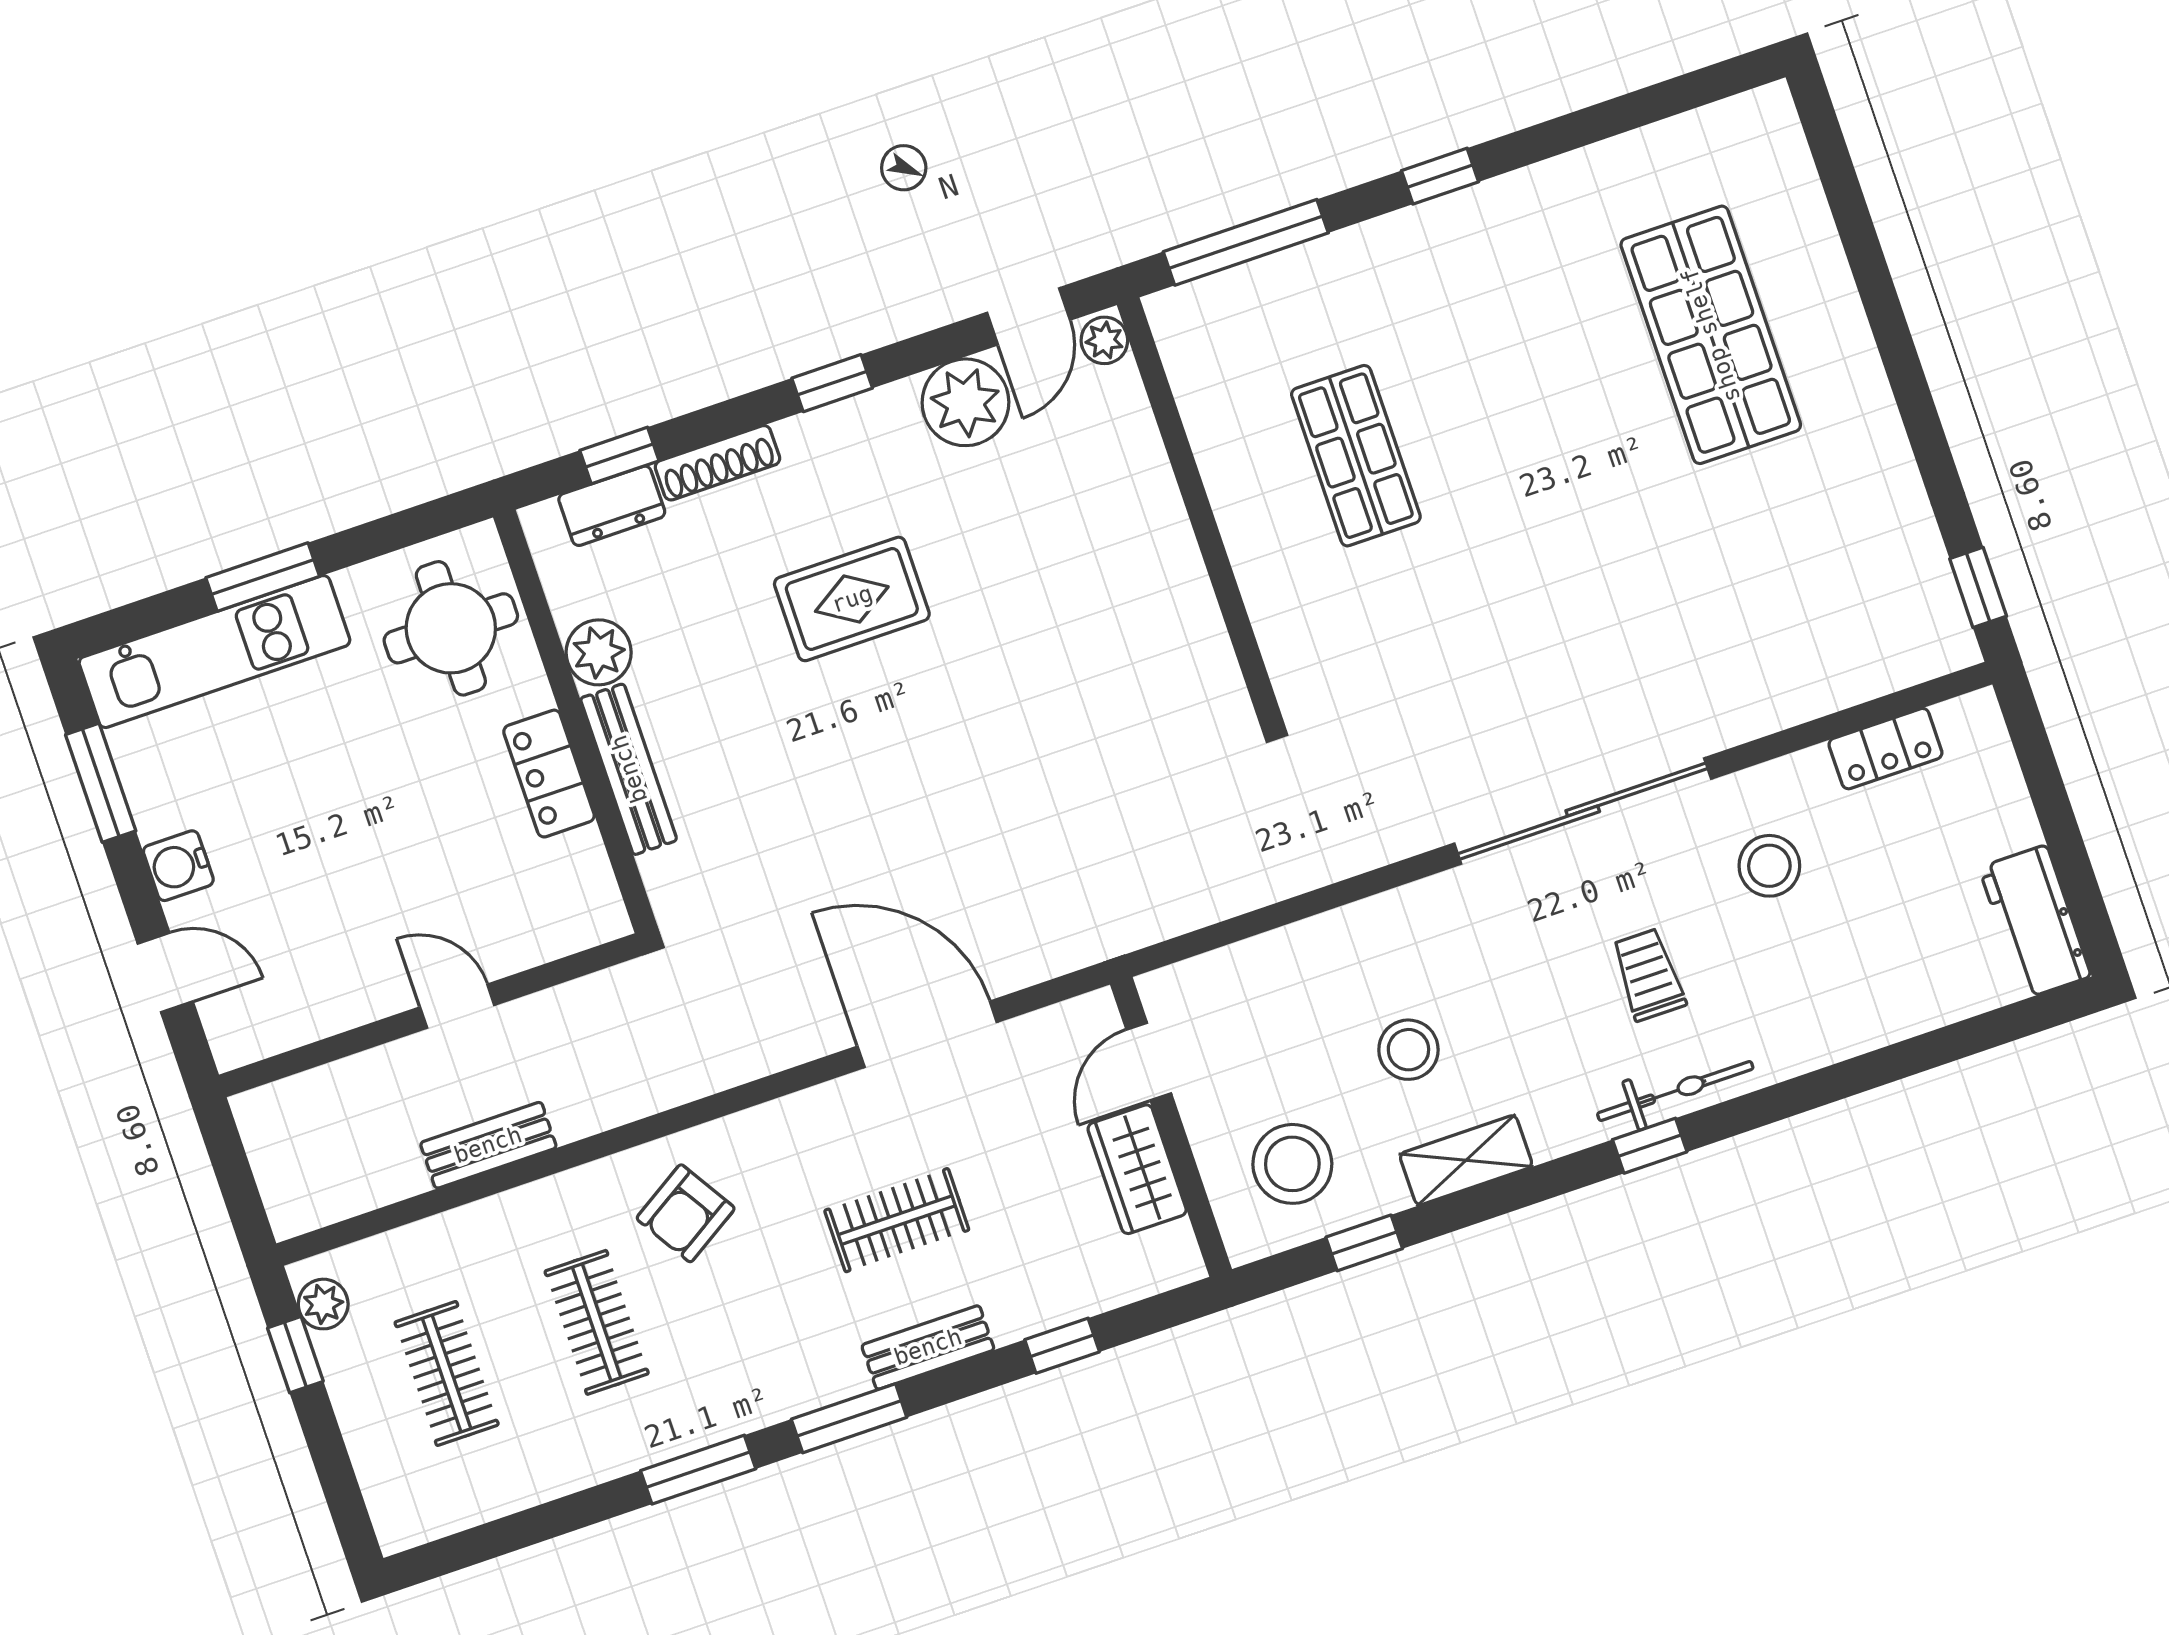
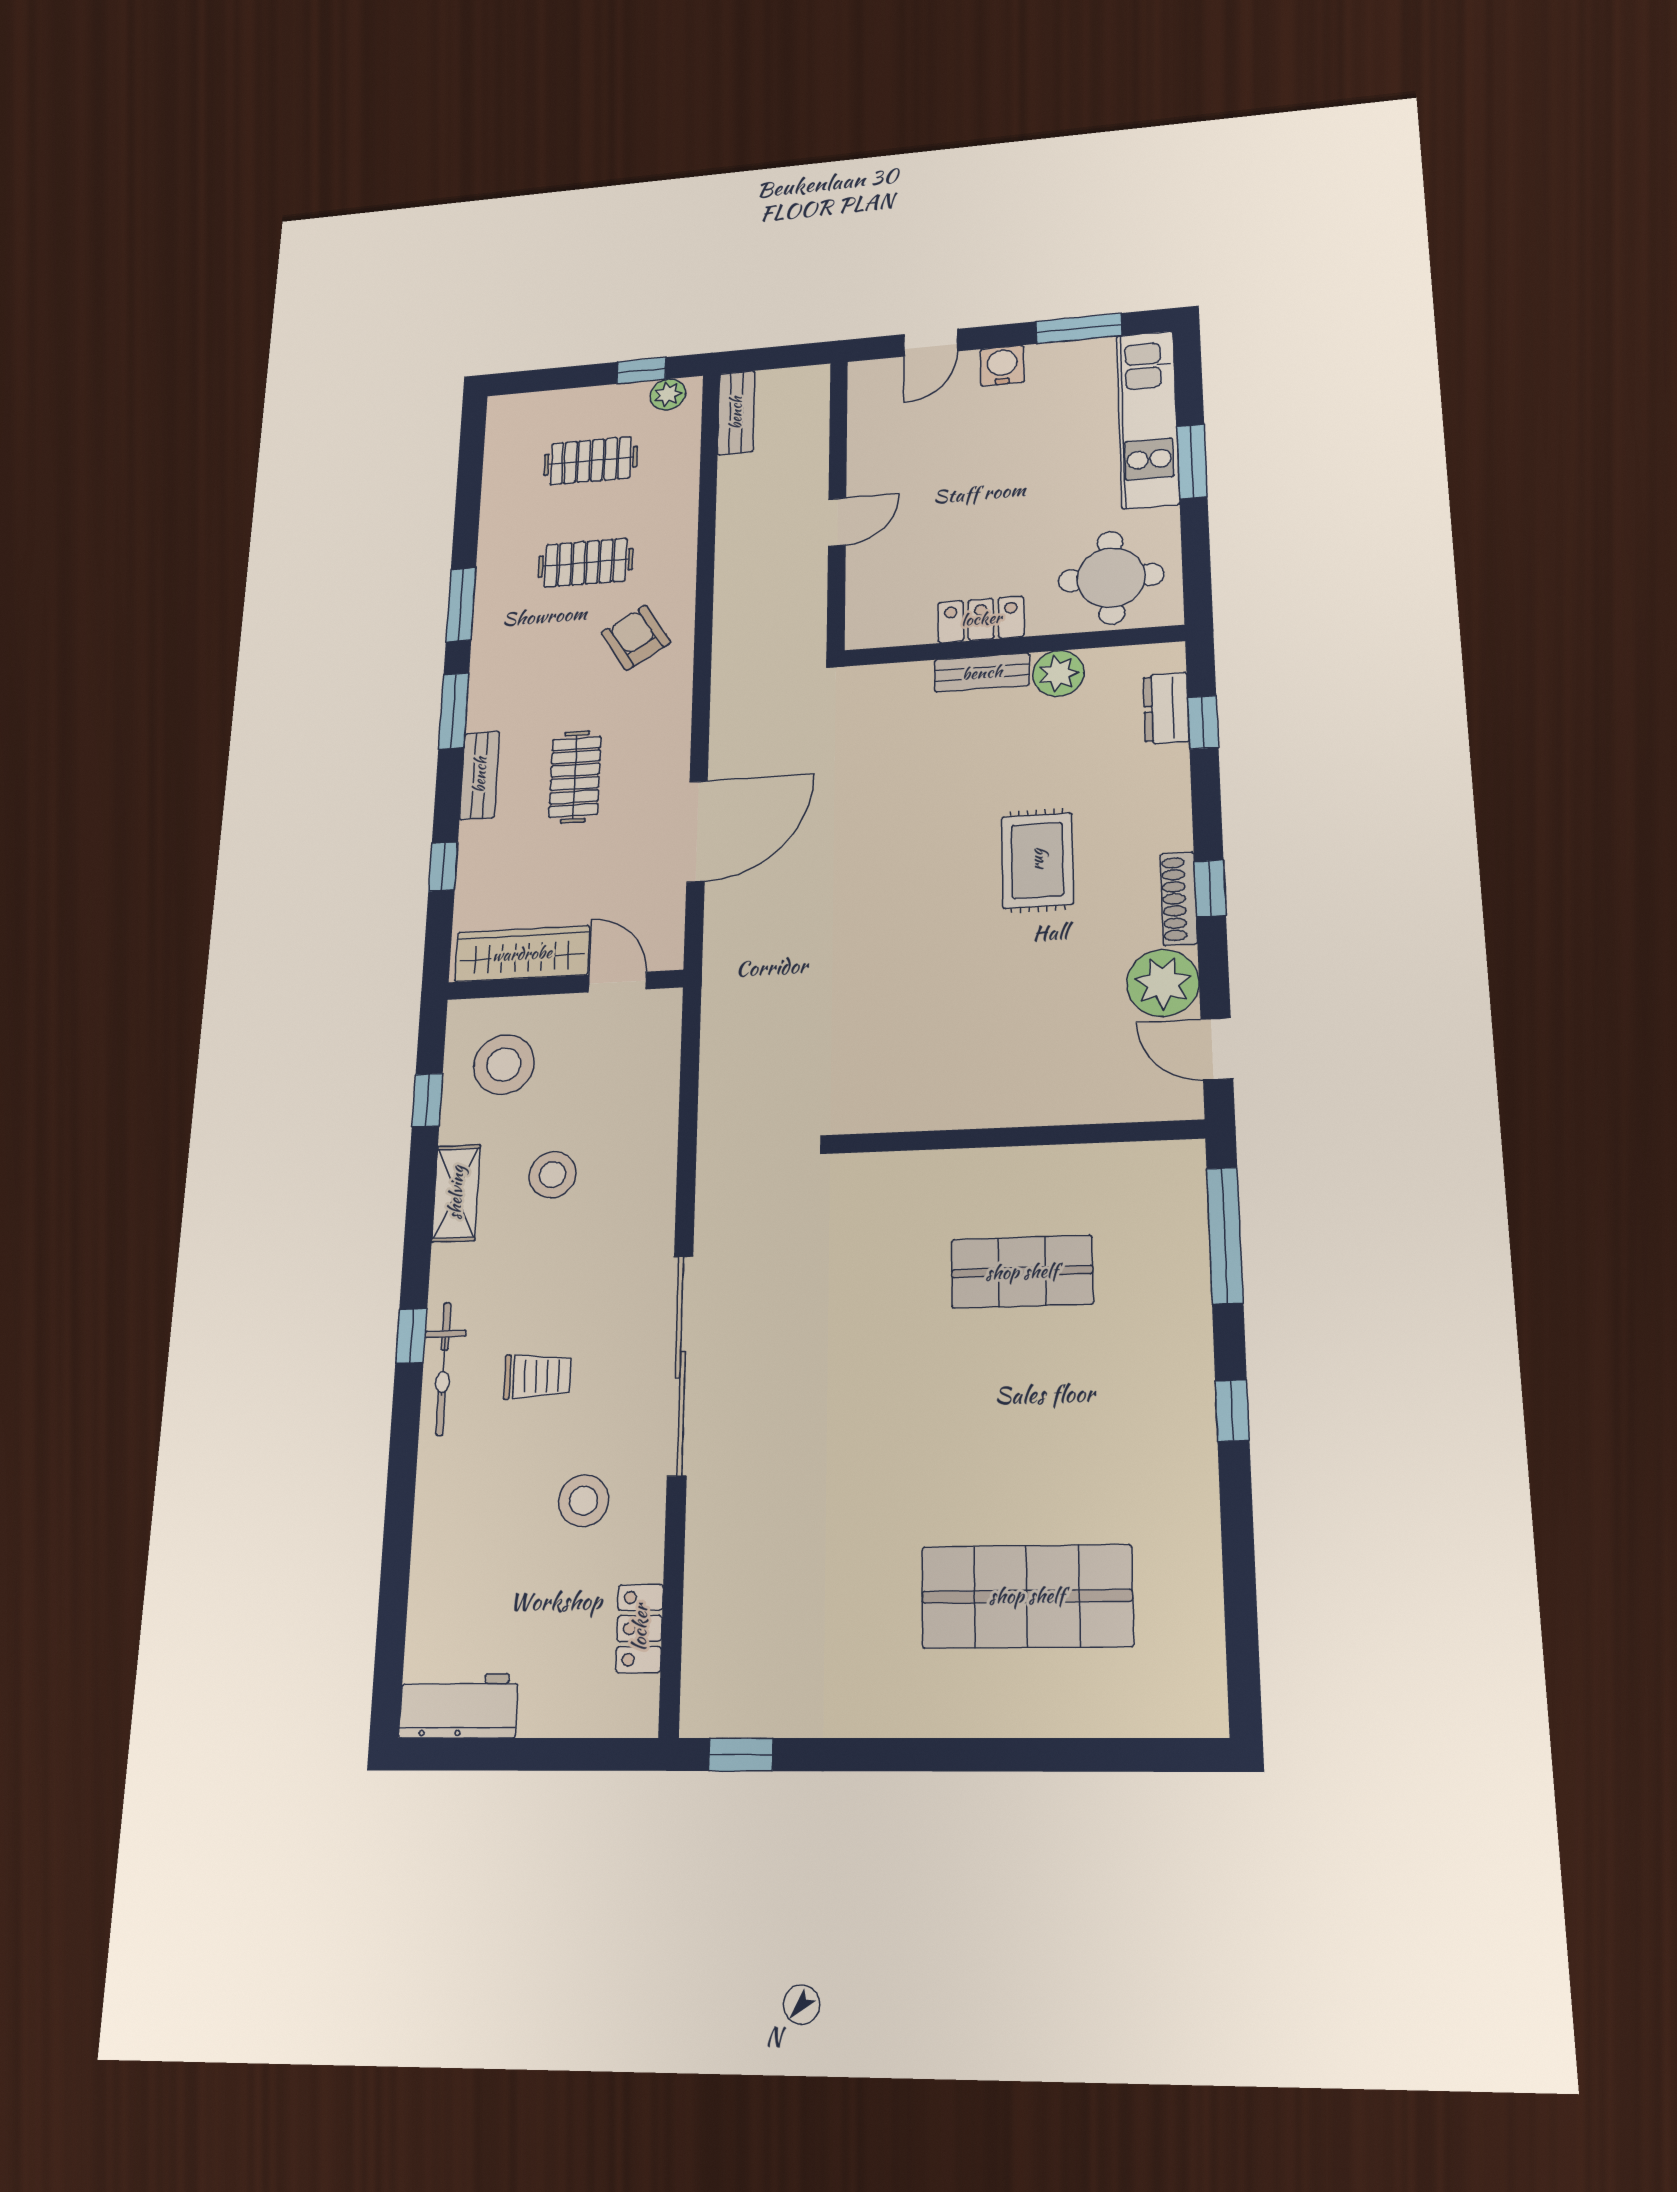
plant: (1104, 340) -> (1179, 1102), removed
shoe rack: (717, 463) -> (1179, 899), moved
bench: (629, 769) -> (982, 673), width x0.73
bench: (488, 1145) -> (736, 413), moved
wardrobe: (1137, 1169) -> (522, 954), width x1.50

